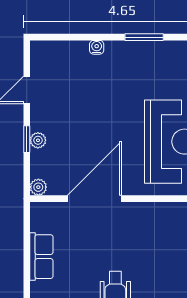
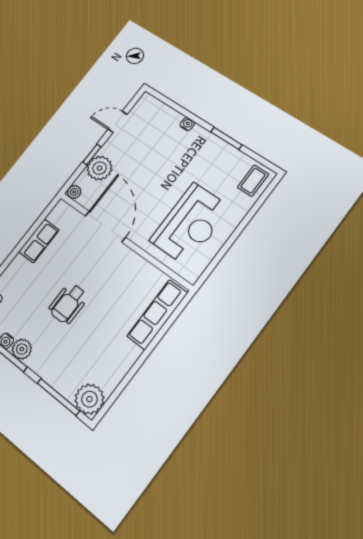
plant: (38, 140) -> (100, 168), width x1.88, depth x1.88
door: (94, 199) -> (105, 227), hinge flipped

